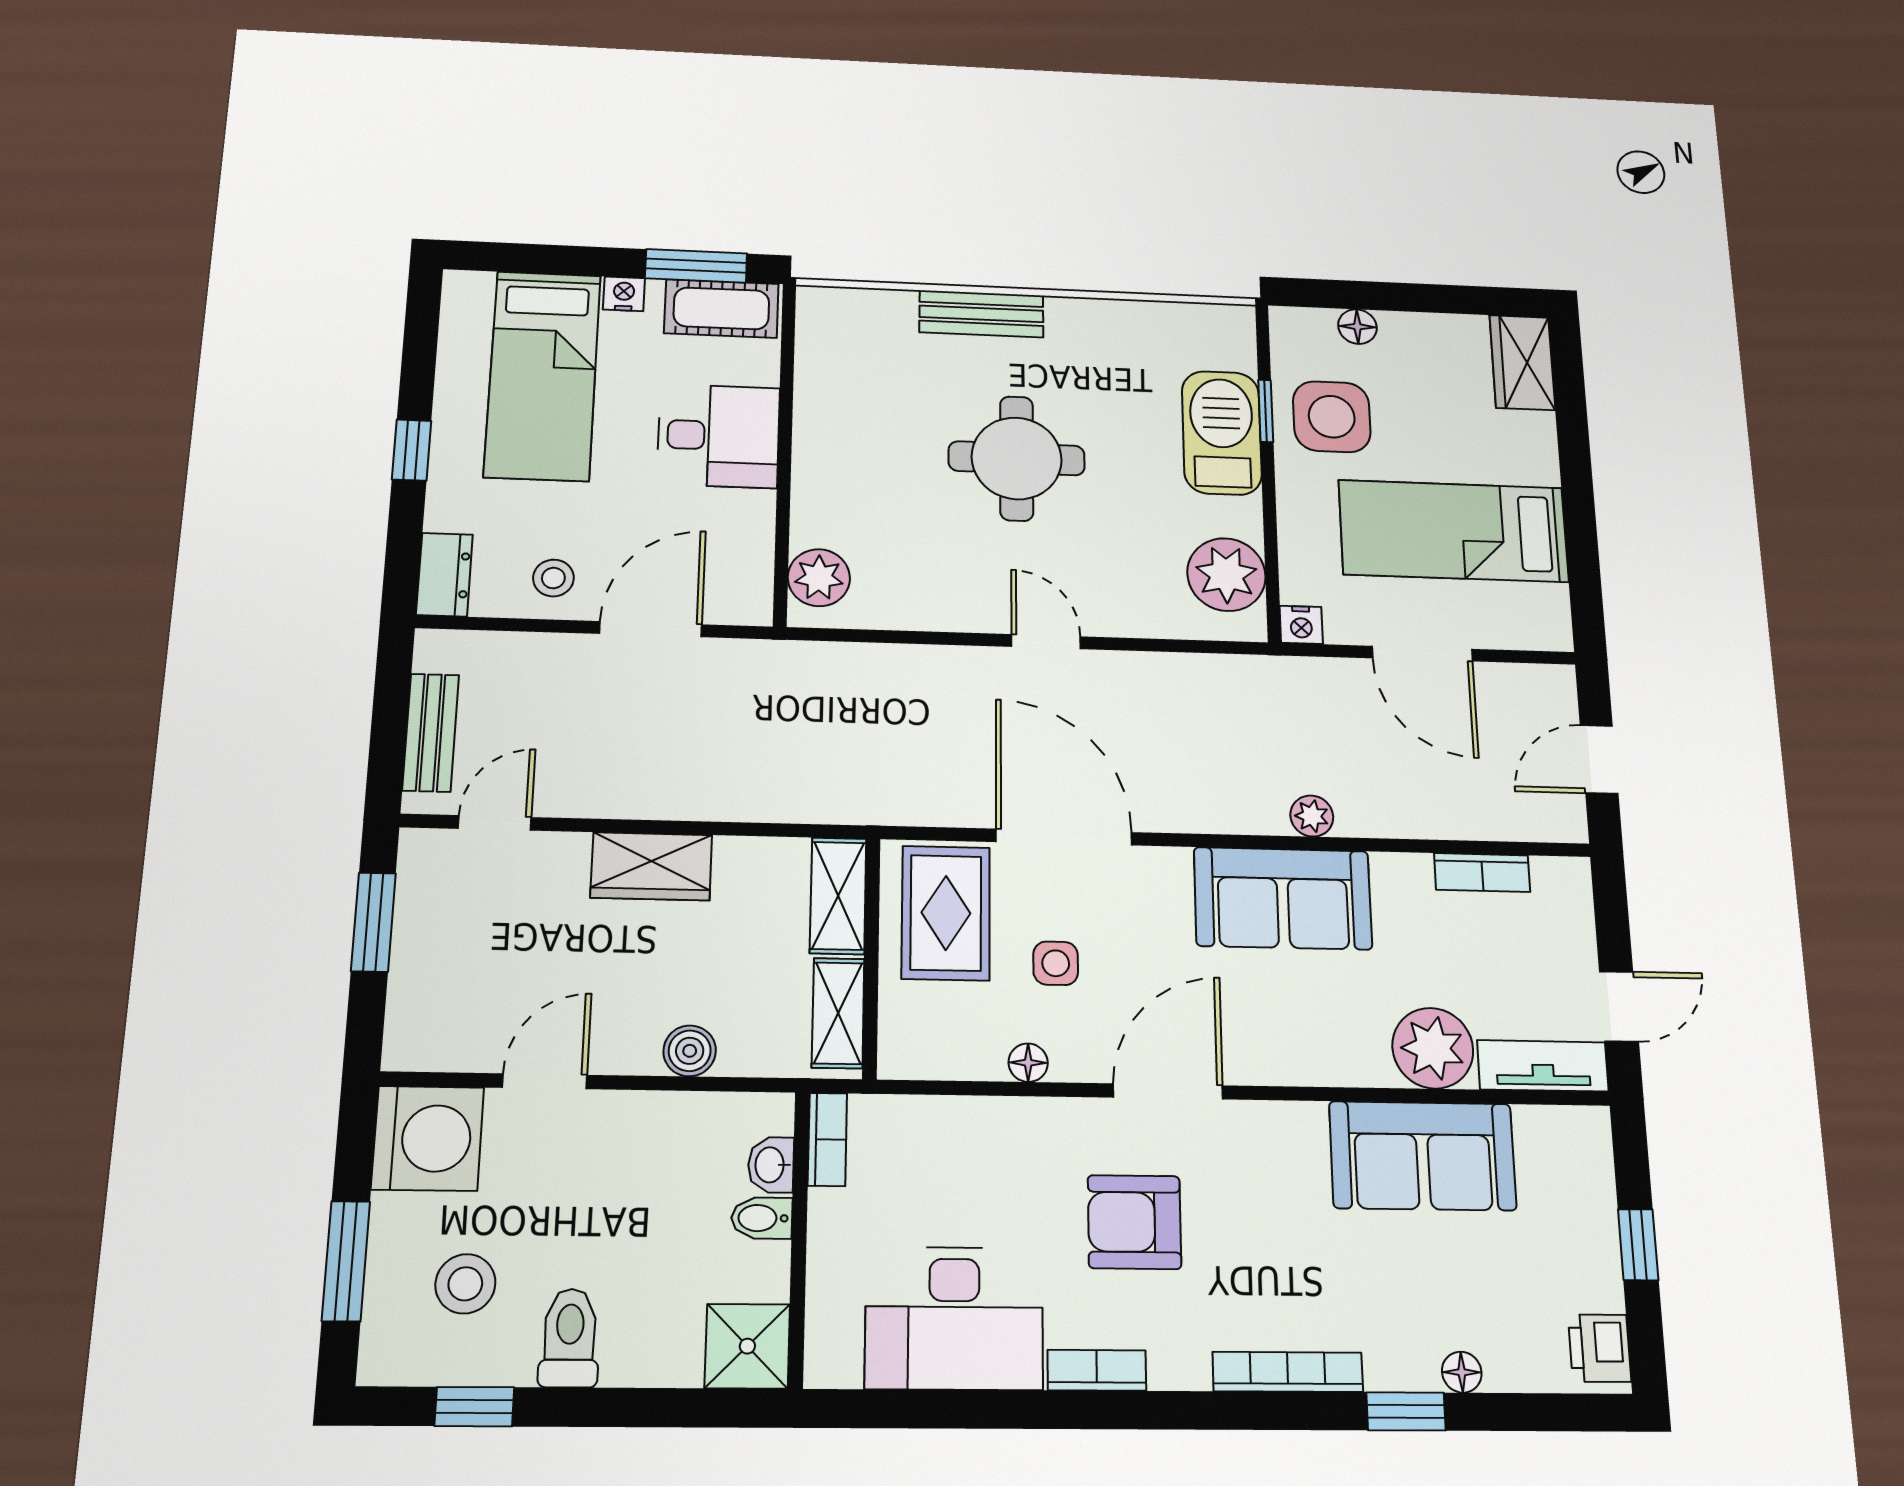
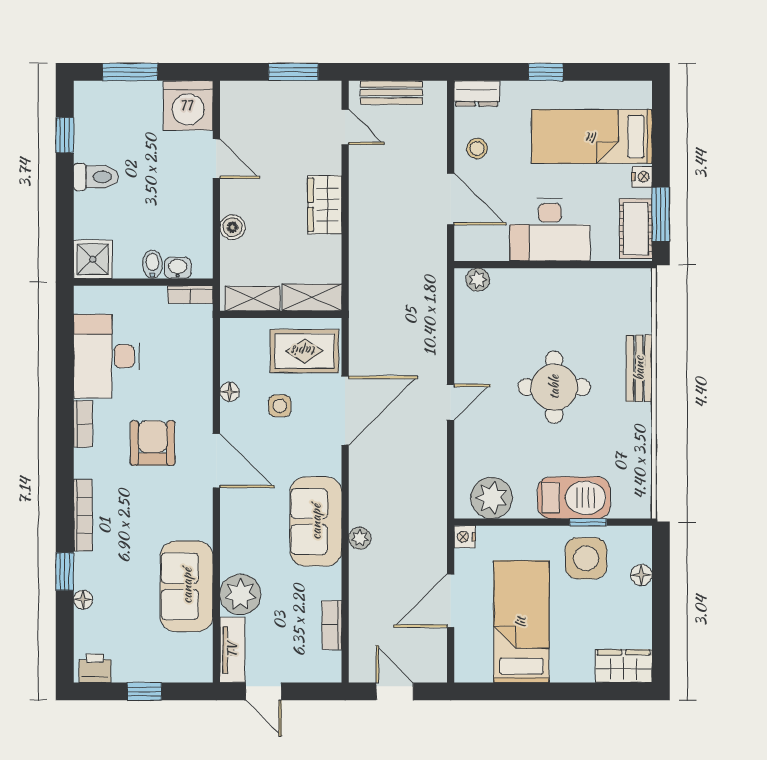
desk: (718, 436) -> (550, 230), width x1.37
plant: (819, 578) -> (478, 280), width x0.73, depth x0.73
stool: (465, 1284) -> (120, 127), removed

